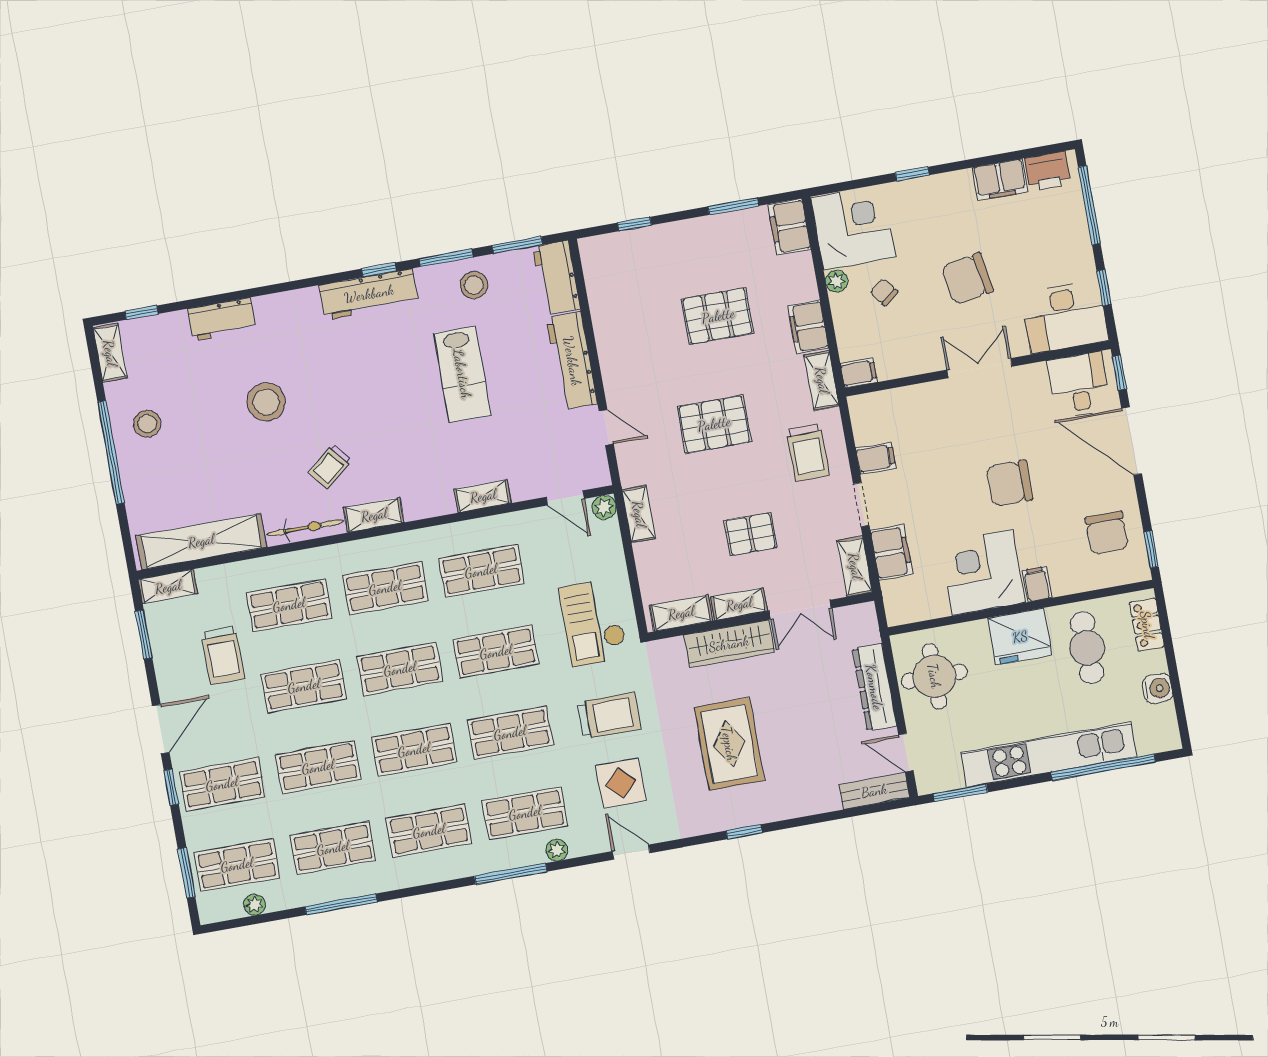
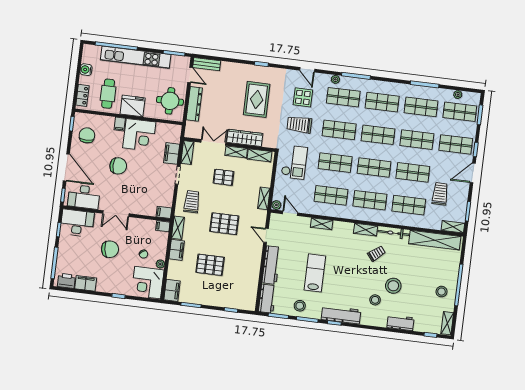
stool: (299, 355) -> (375, 300), added
desk: (1079, 385) -> (84, 196), width x1.37
filing cabinet: (876, 458) -> (164, 212), moved

